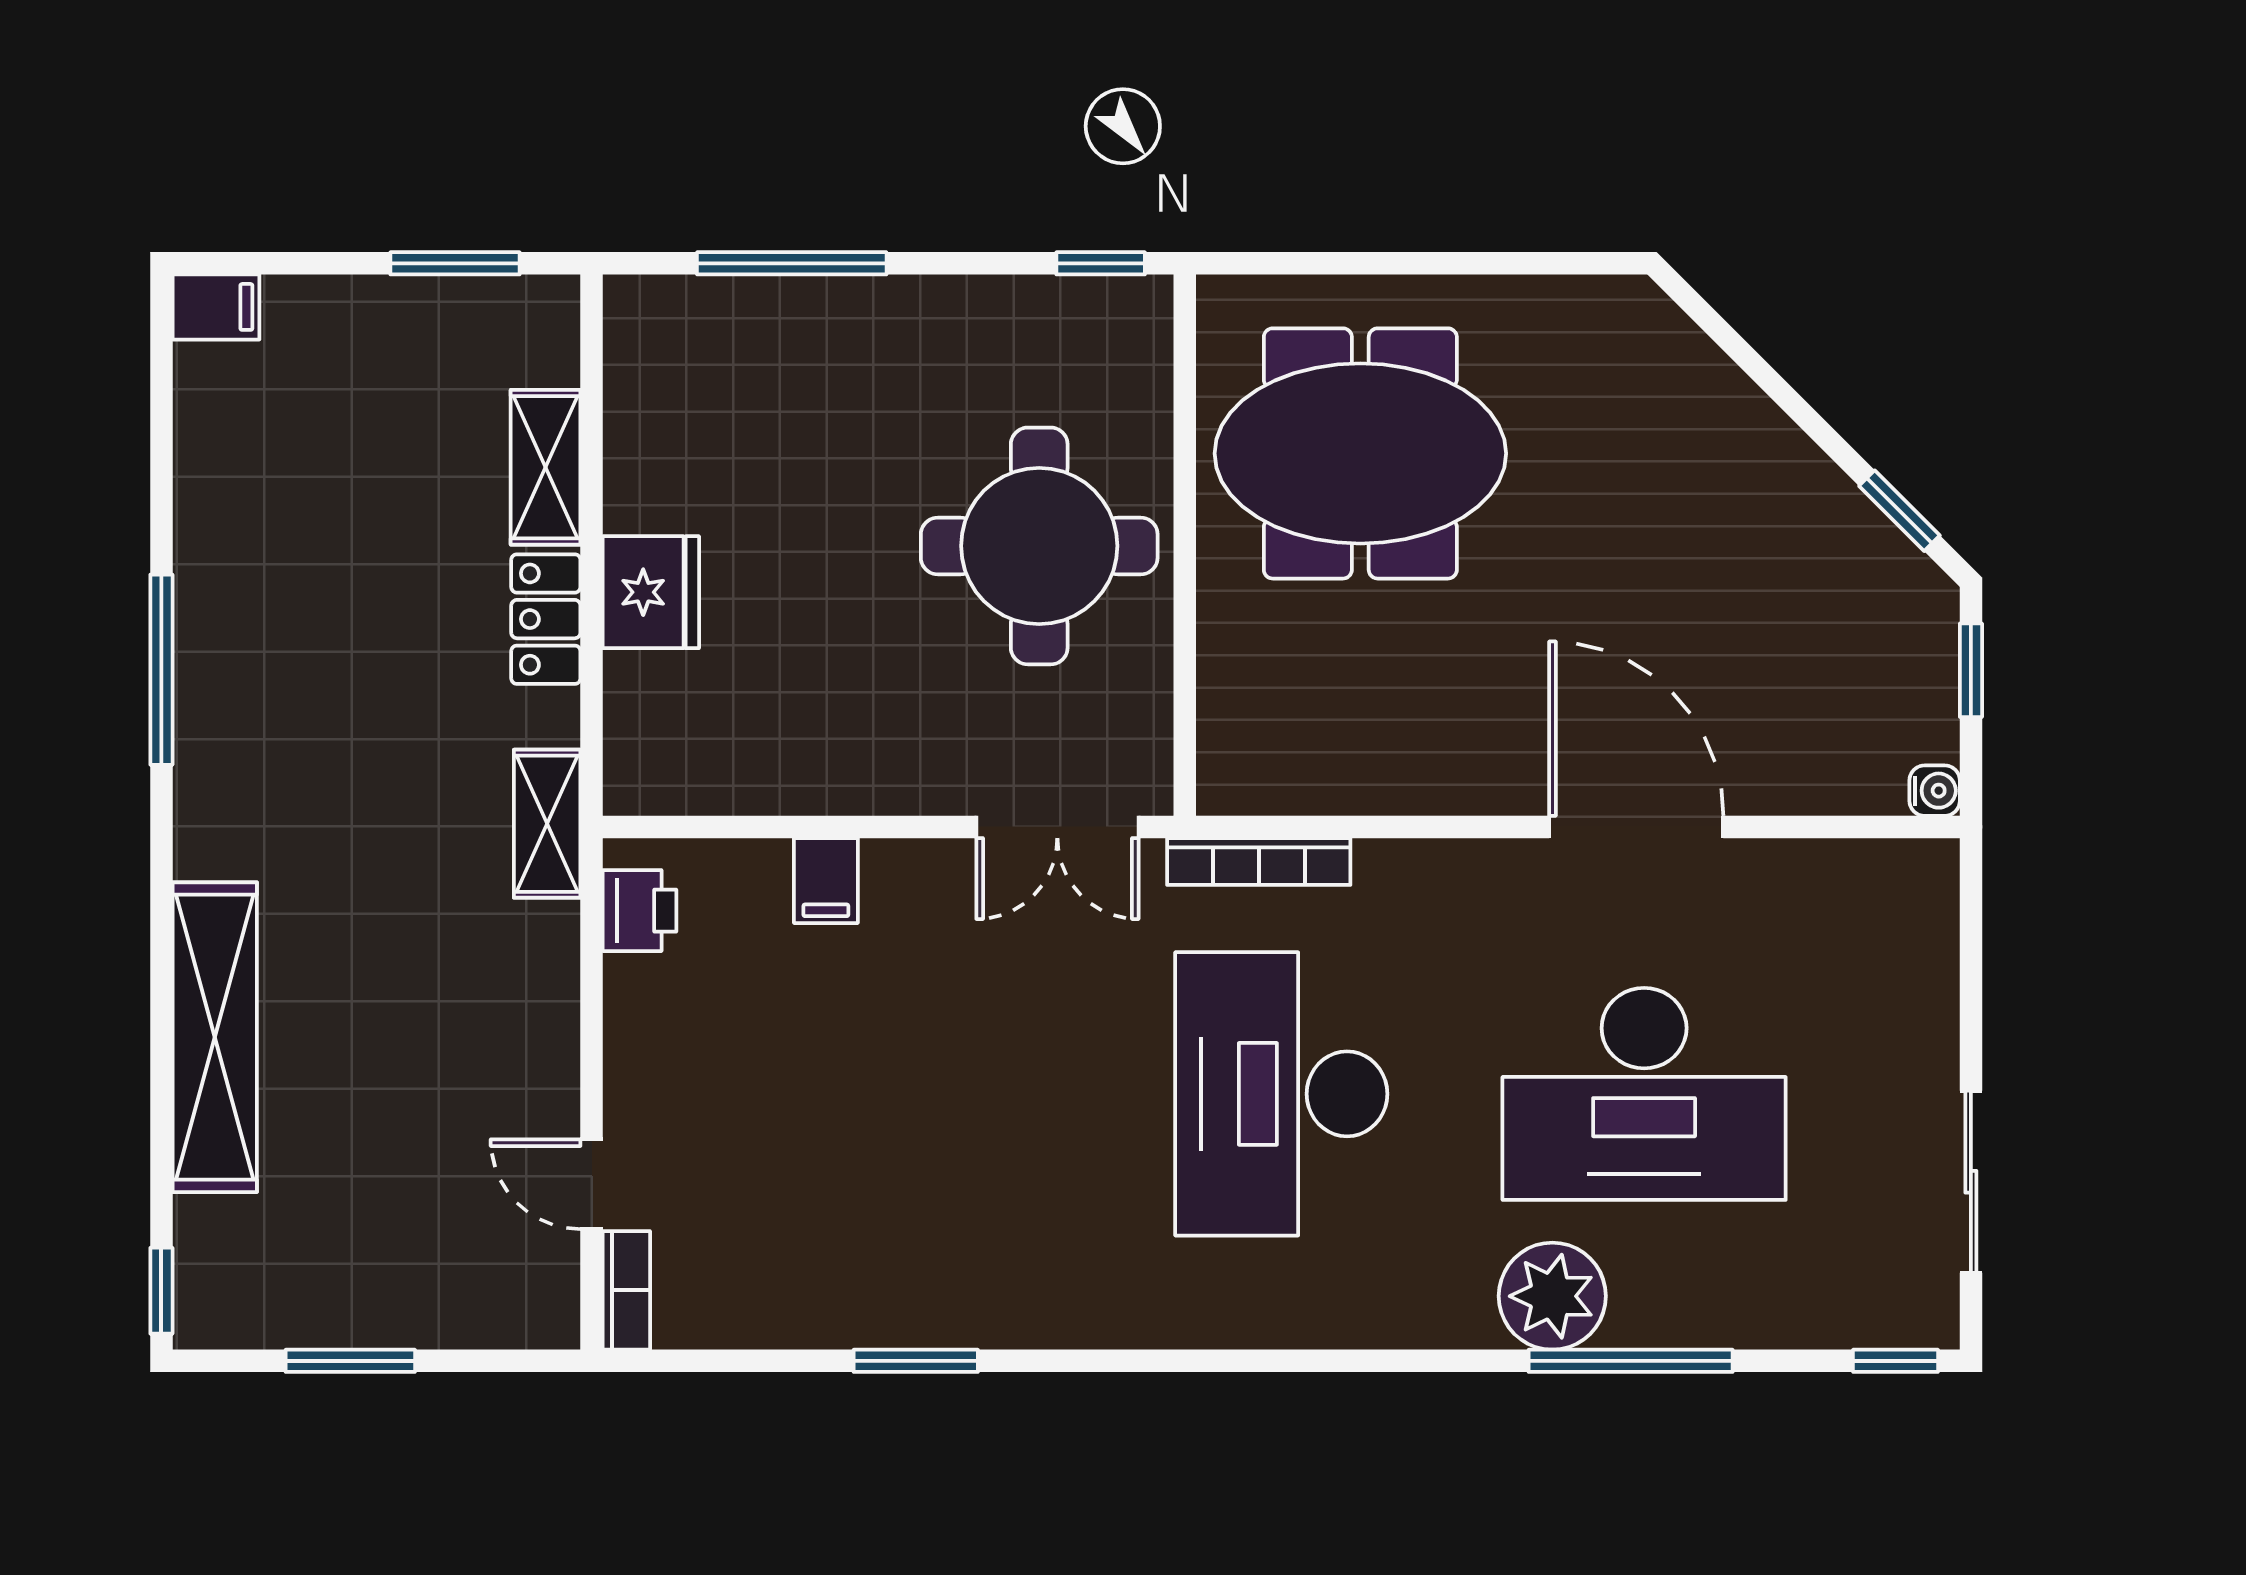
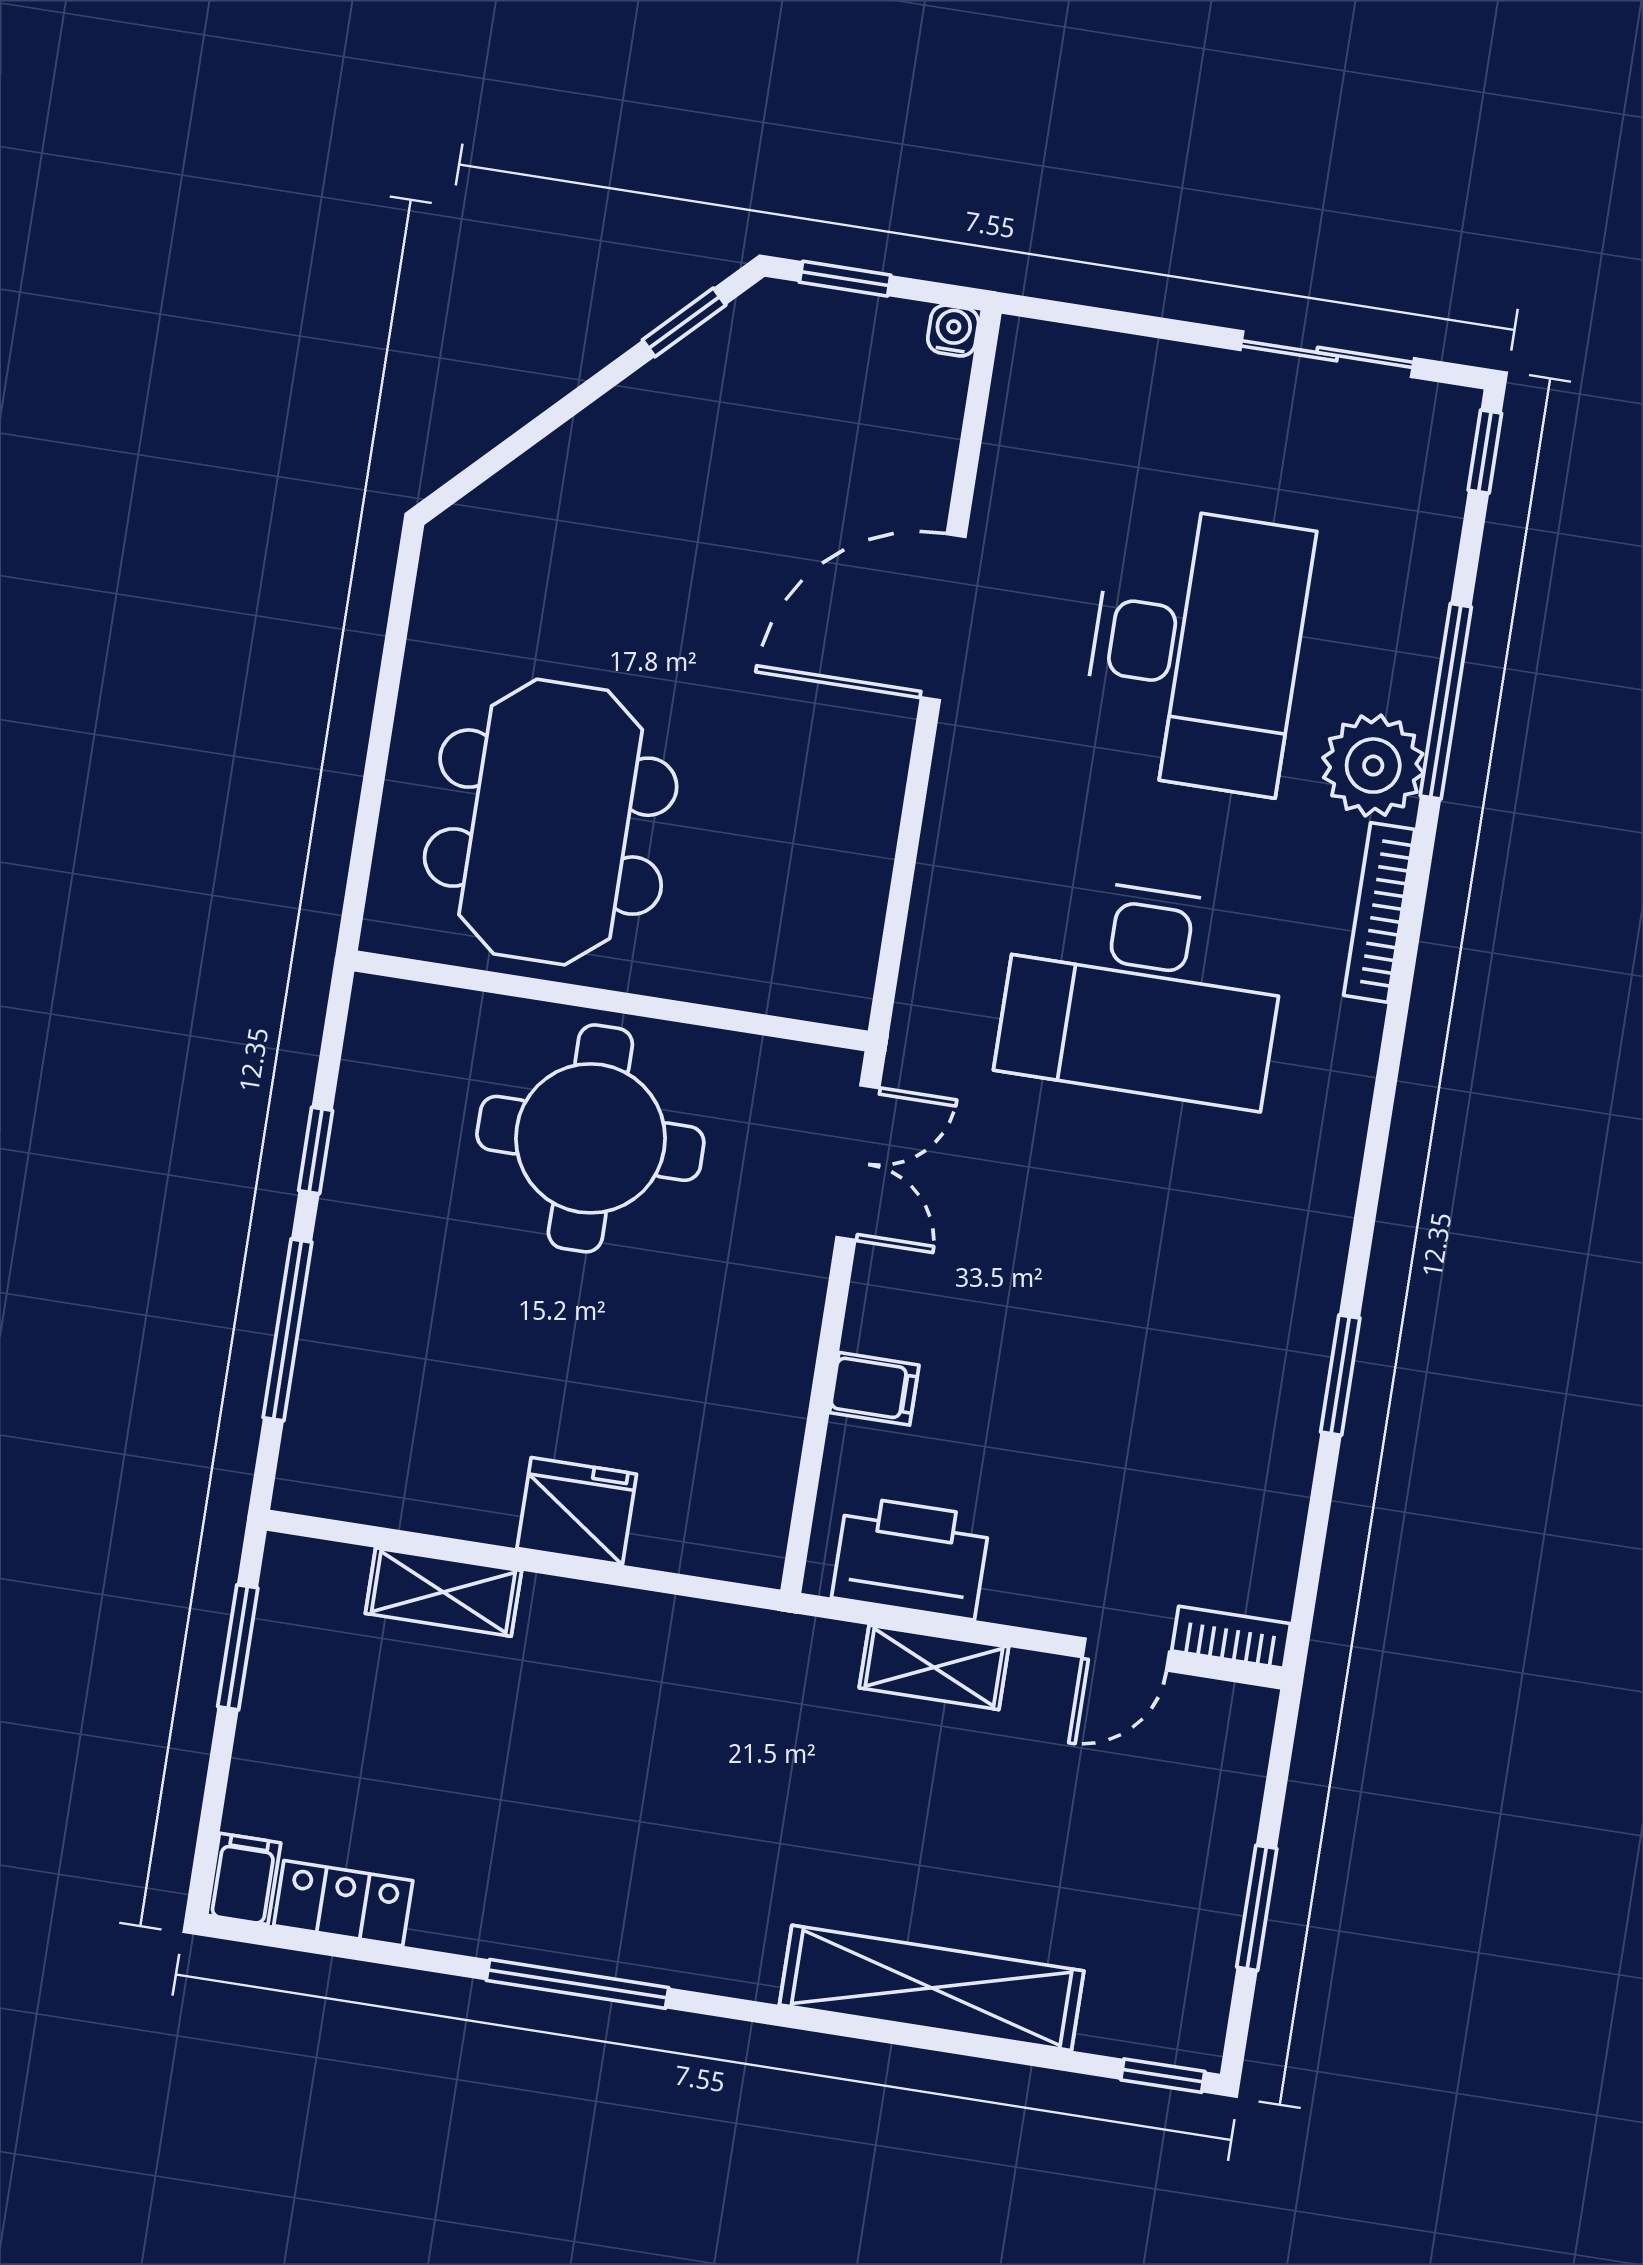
window: (1101, 263) -> (316, 1150), moved
locker: (546, 619) -> (343, 1903), moved, turned 180
shelving: (547, 824) -> (934, 1667), moved
bookcase: (1259, 861) -> (1379, 912), moved, turned 180
printer: (639, 911) -> (911, 1557), width x1.87, depth x1.48

